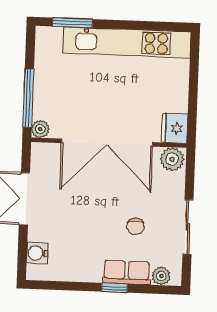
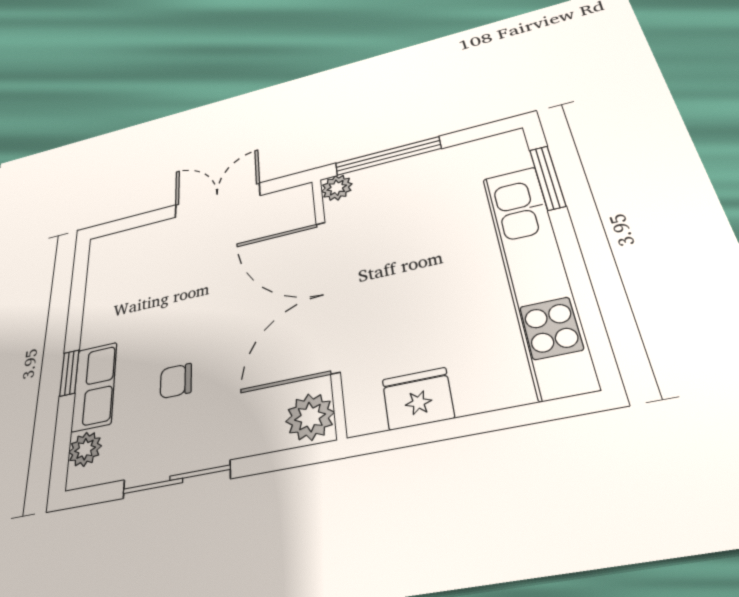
fridge: (175, 128) -> (418, 399), moved
water cooler: (37, 253) -> (131, 242), removed

